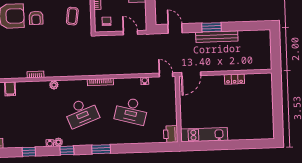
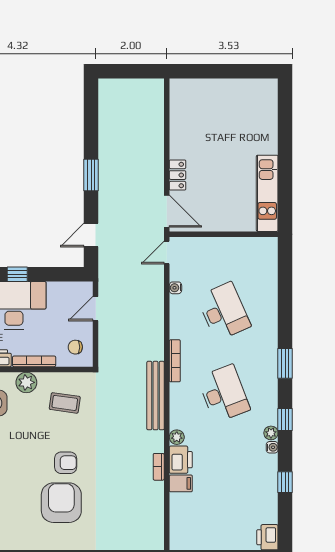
bench: (217, 37) -> (155, 396), moved
locker: (234, 79) -> (178, 175), moved
filing cabinet: (10, 89) -> (181, 483), moved
desk: (131, 111) -> (224, 311), turned -39
printer: (171, 134) -> (181, 460), moved, turned -90

